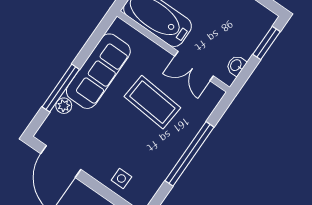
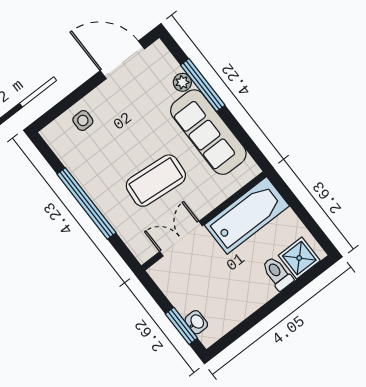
washbasin: (236, 65) -> (196, 322), moved

